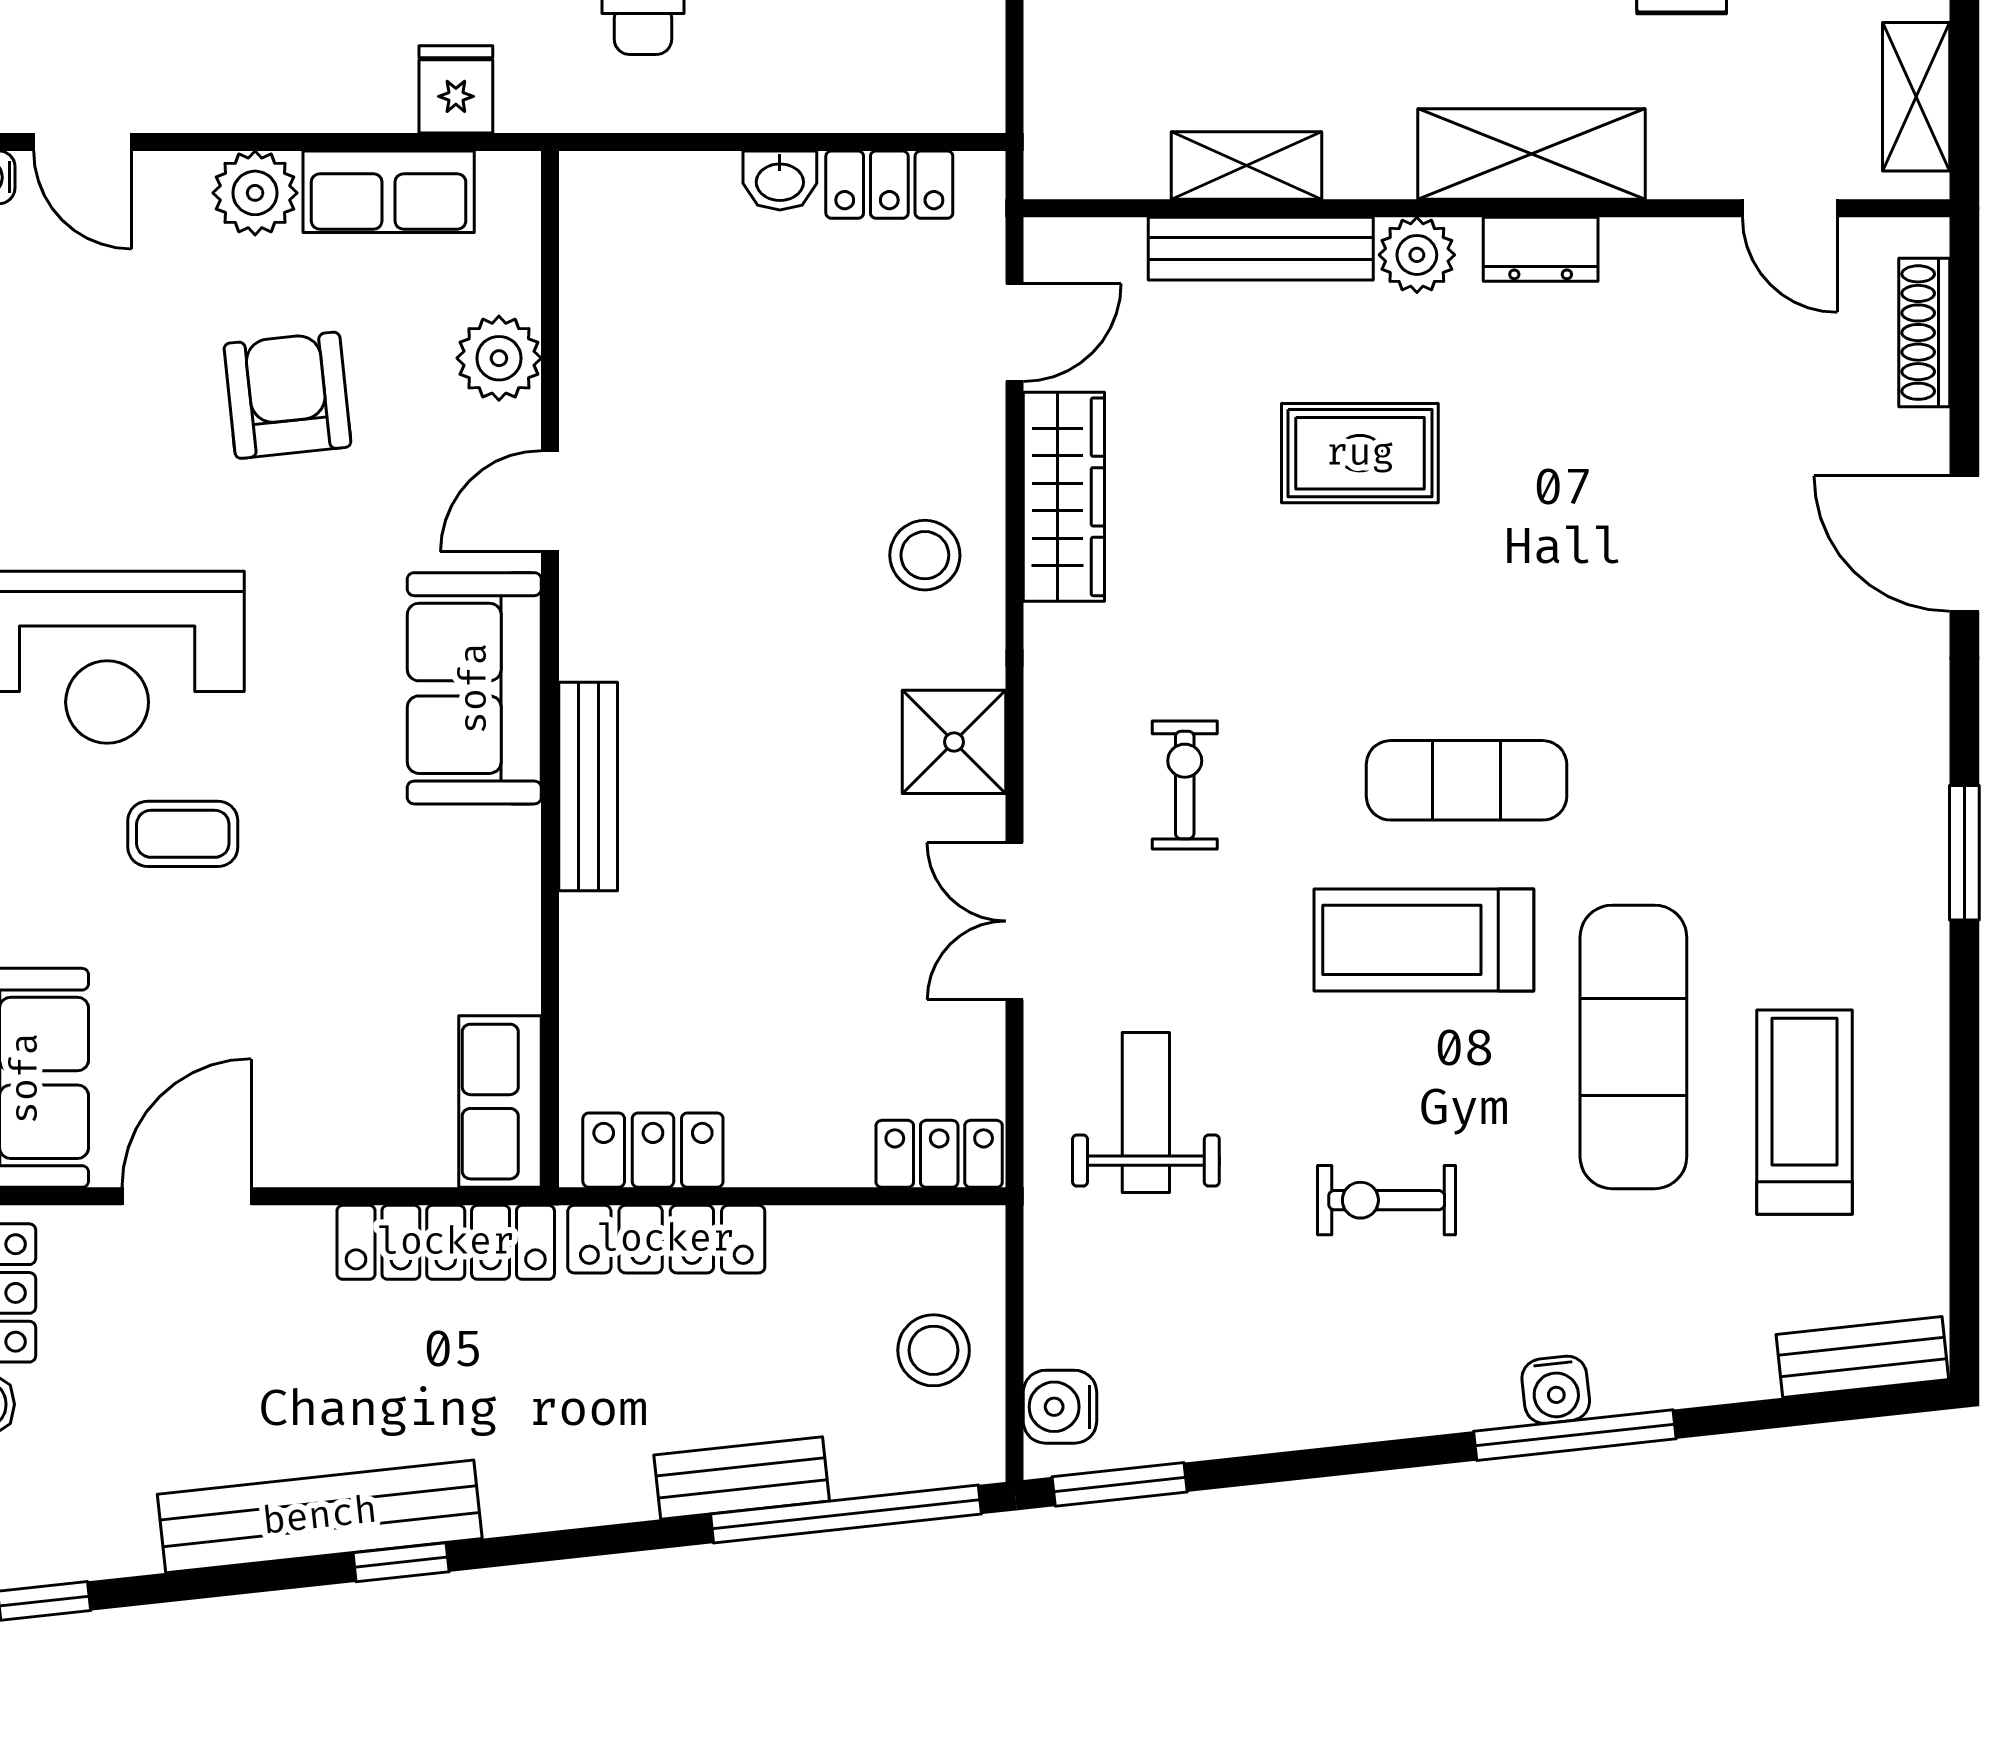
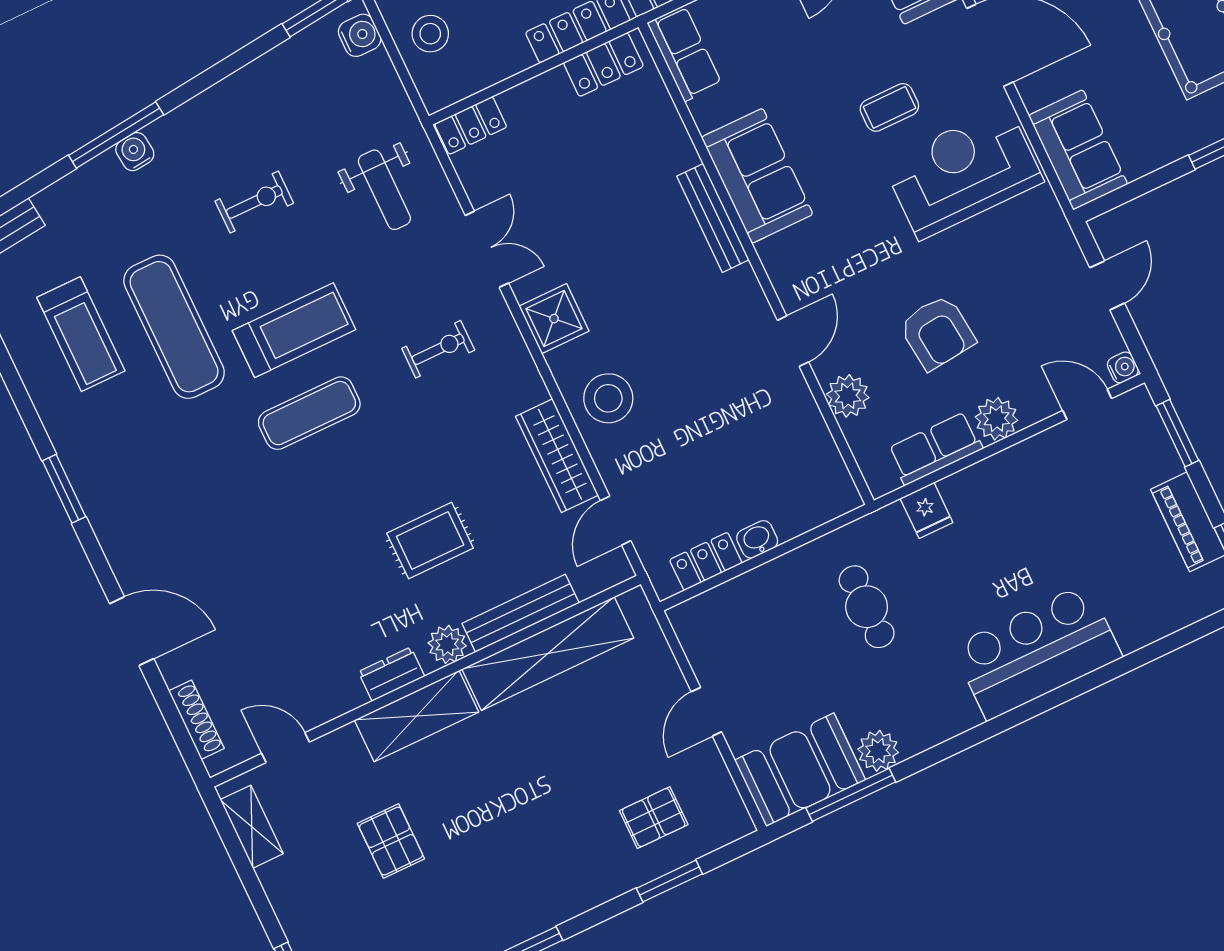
shelving: (1246, 166) -> (548, 654), width x2.20, depth x1.33
stool: (925, 555) -> (608, 398), width x1.38, depth x1.38
sofa: (474, 688) -> (757, 176), moved
exercise bike: (1185, 785) -> (438, 349), turned -90

